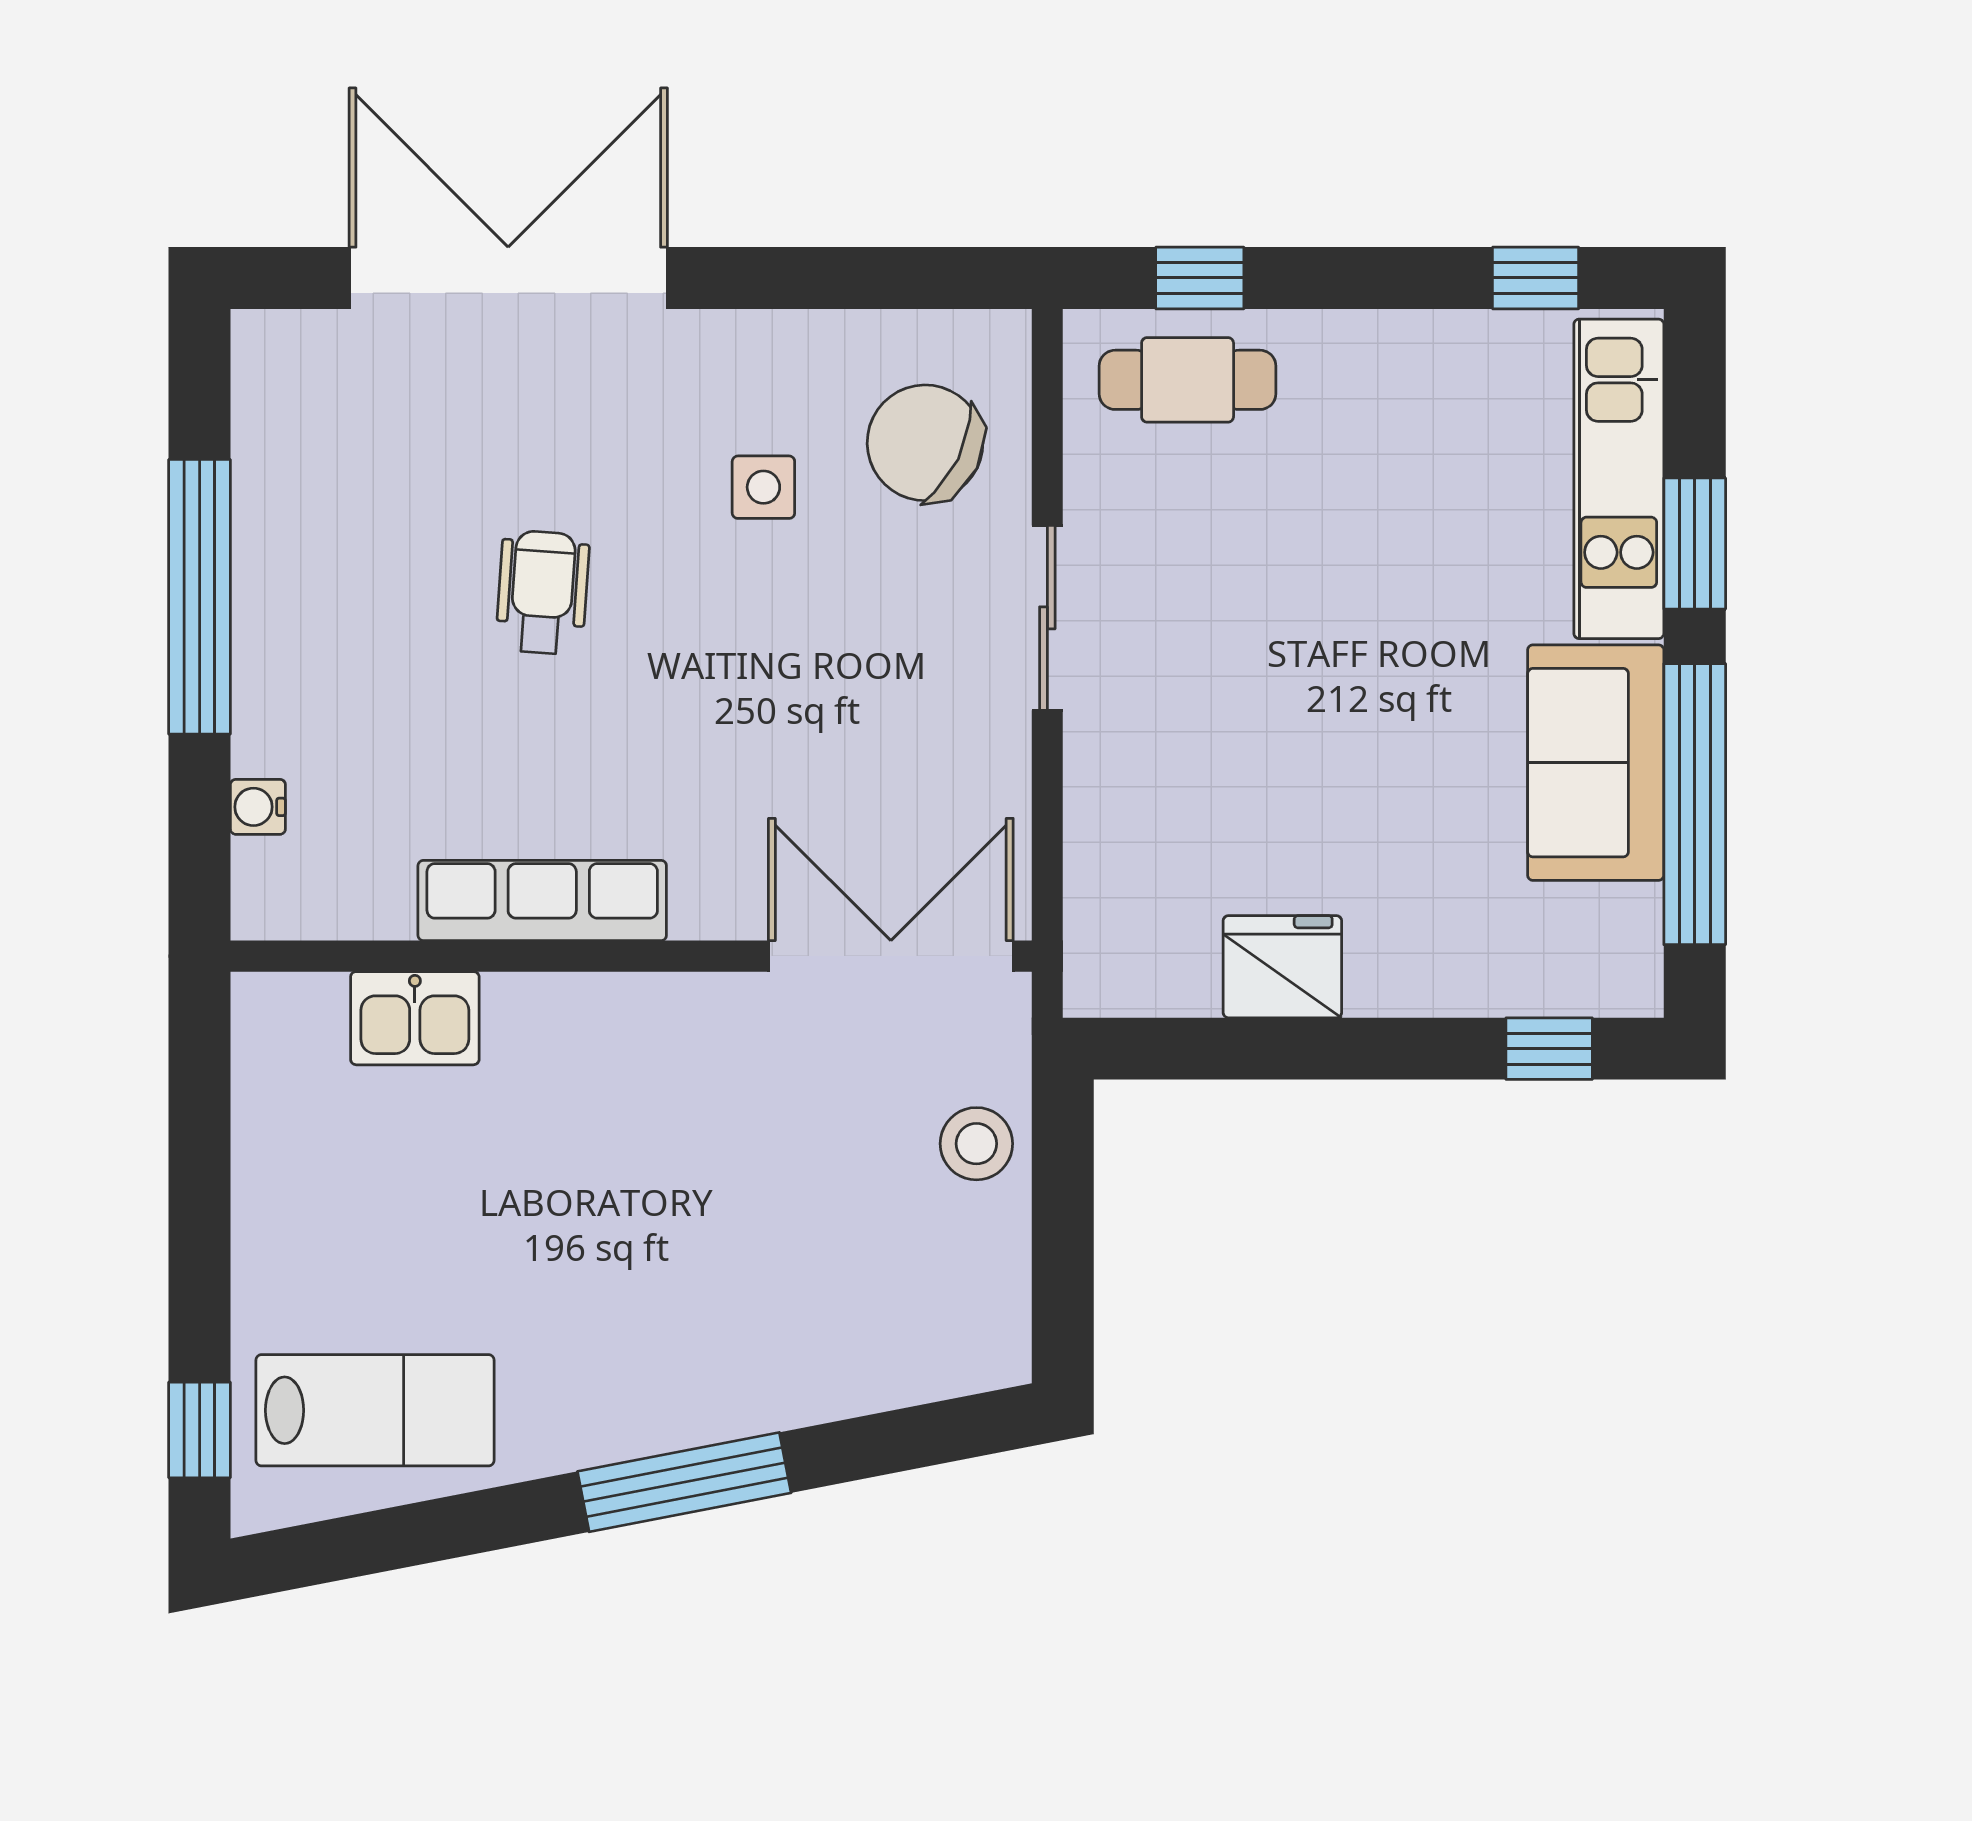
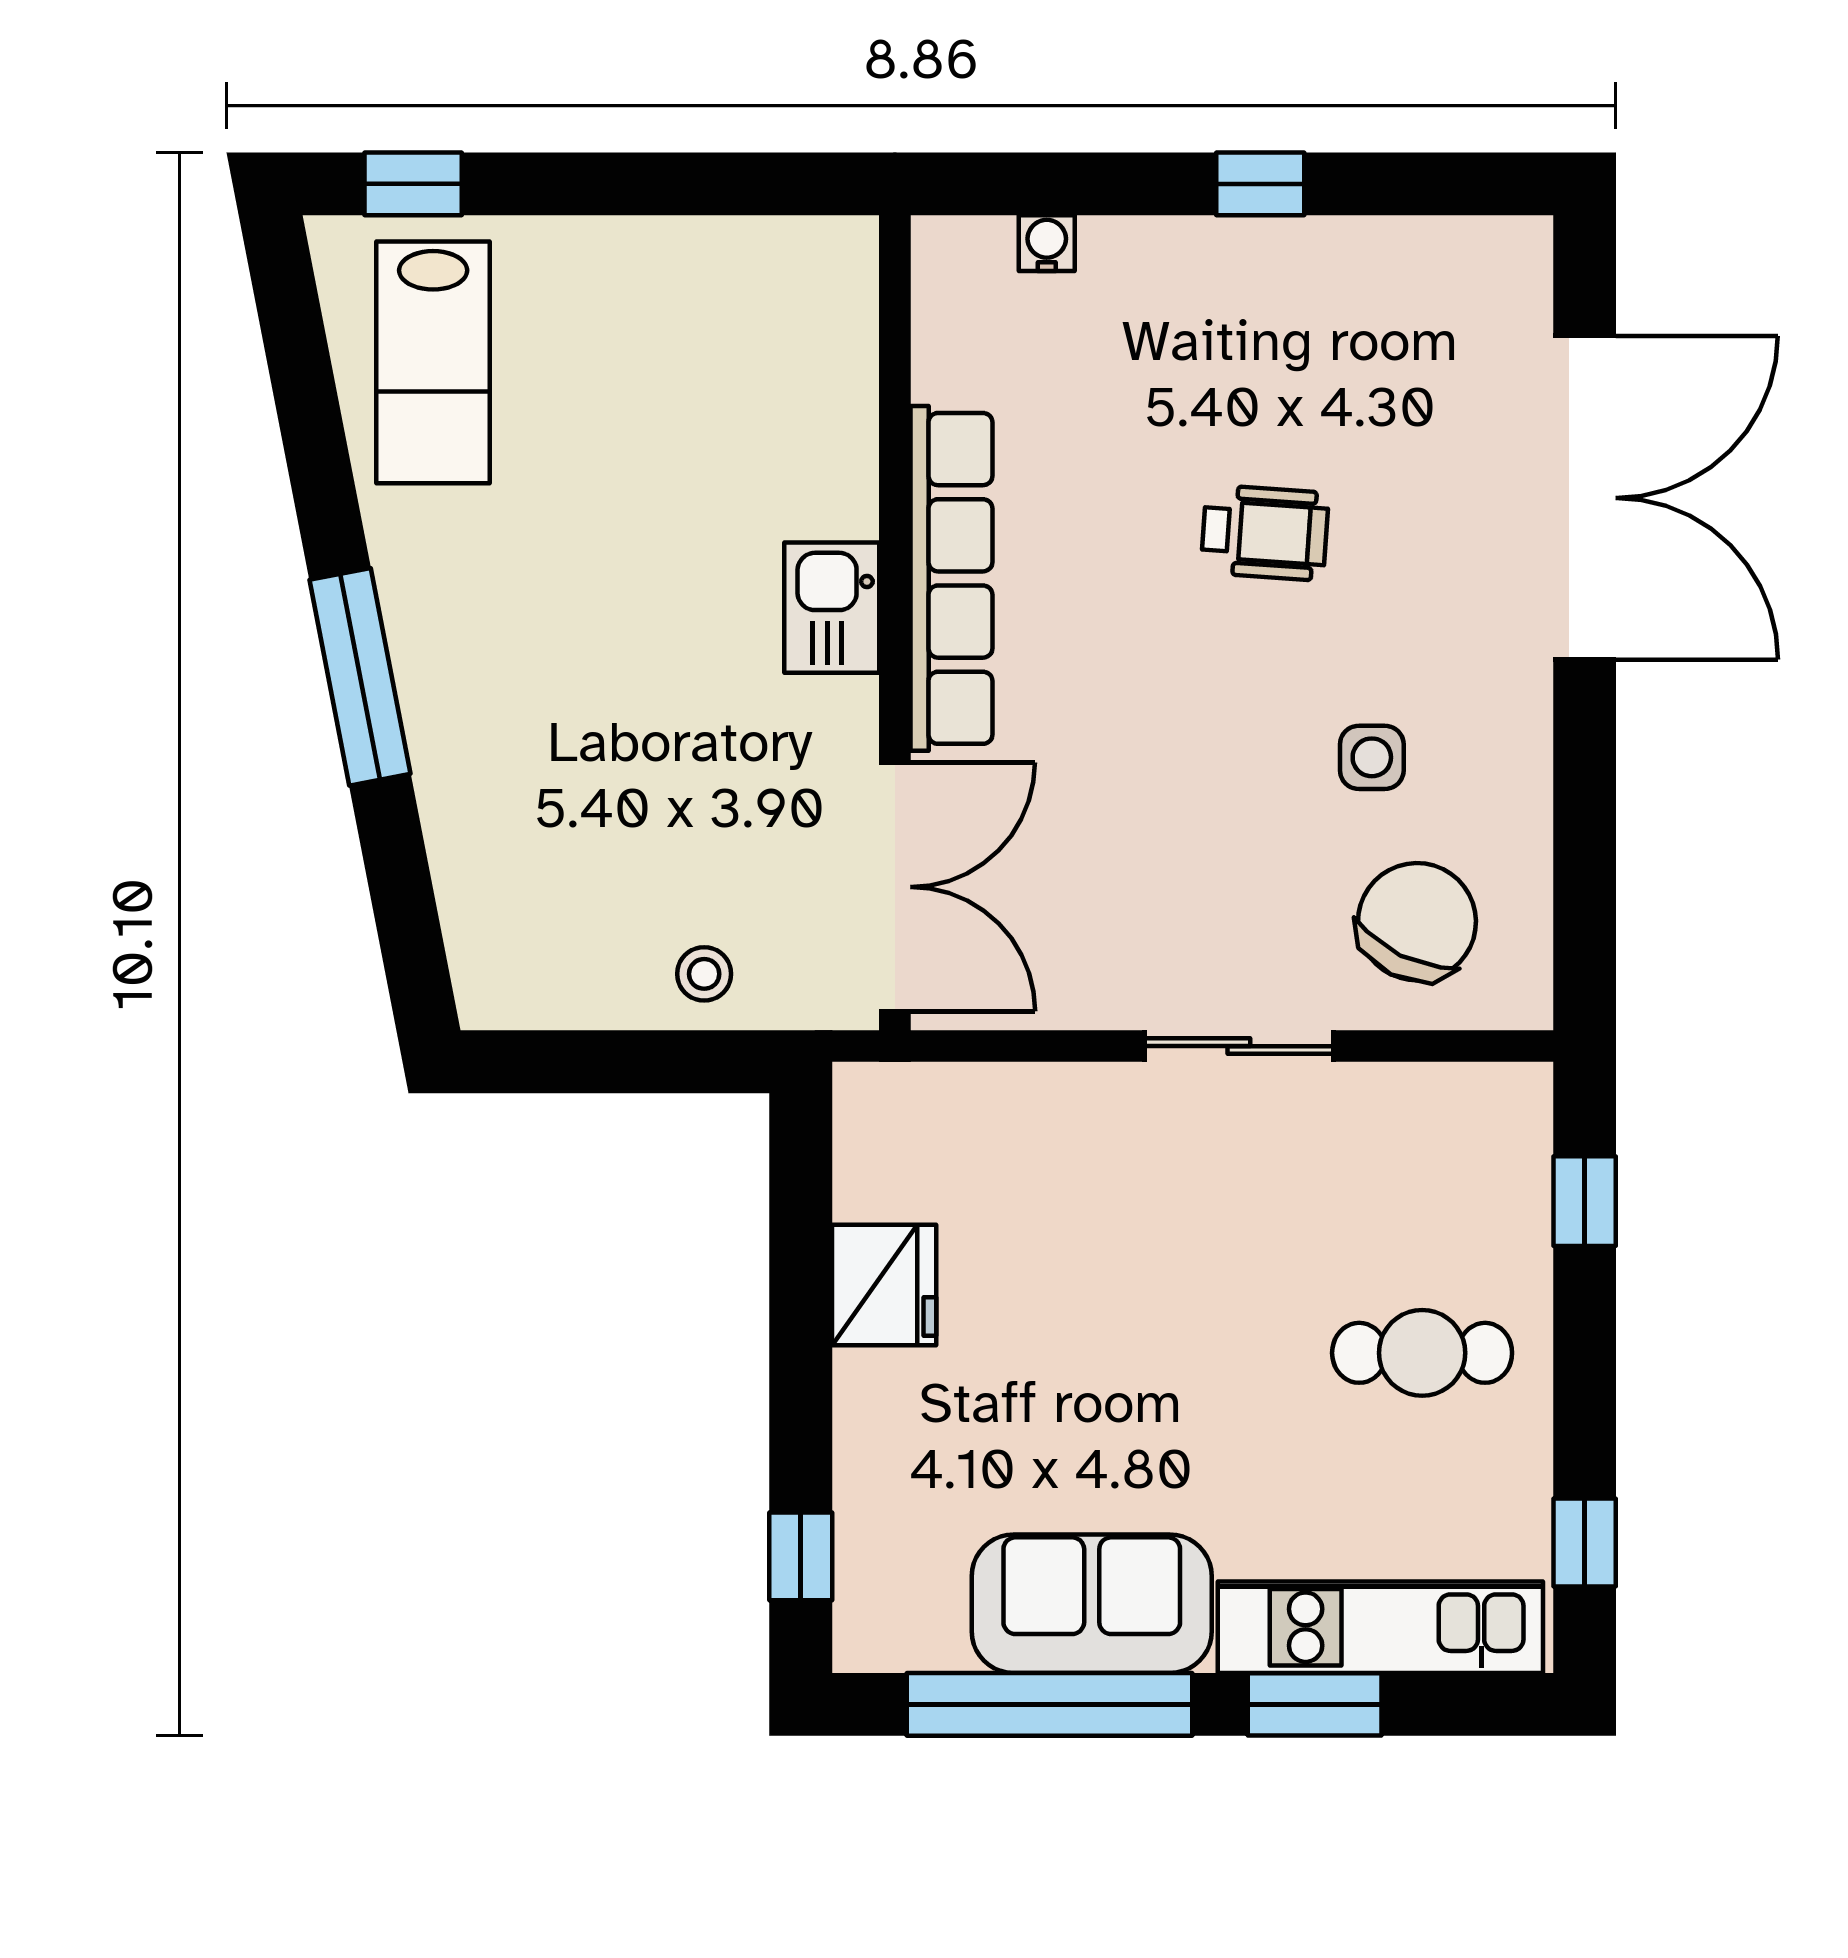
cafe table: (1188, 380) -> (1422, 1353), moved, turned 90
window: (200, 597) -> (1260, 184), width x0.32
row of seats: (542, 901) -> (951, 578), width x1.36
kitchen sink: (415, 1018) -> (832, 608), moved
stool: (976, 1144) -> (704, 974), width x0.73, depth x0.73

